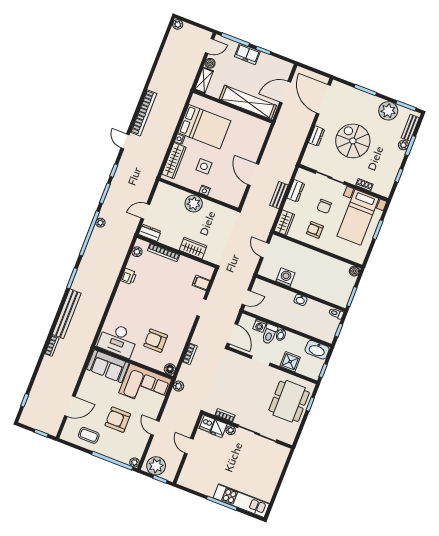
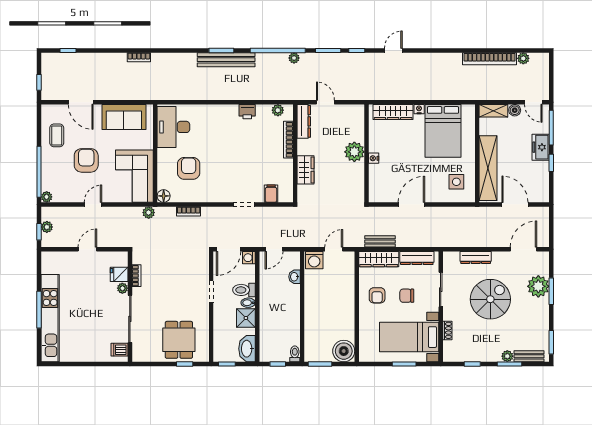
plant: (178, 24) -> (523, 58), moved
door: (323, 99) -> (523, 249), width x0.73
plant: (388, 111) -> (538, 286), moved
bookcase: (144, 113) -> (490, 59), moved
dresser: (317, 136) -> (476, 257), width x1.44
side table: (204, 166) -> (456, 182), moved
dresser: (296, 191) -> (417, 258), width x1.44
bench: (279, 195) -> (380, 241), moved
wardrobe: (284, 223) -> (379, 259), width x1.50
armchair: (315, 230) -> (377, 295), turned 180
dresser: (150, 233) -> (304, 121), width x1.44
boiler: (354, 271) -> (344, 351), width x1.86, depth x1.86
washing machine: (285, 277) -> (314, 260), moved, turned 90
door: (246, 298) -> (274, 249), hinge flipped
washbasin: (300, 300) -> (294, 277), moved
bench: (67, 314) -> (226, 60), moved
washing machine: (260, 326) -> (249, 258), moved
shower: (290, 362) -> (246, 318), moved
sofa: (108, 366) -> (124, 117), moved, turned -90
dining table: (289, 401) -> (179, 340), width x0.73
dishwasher: (207, 424) -> (120, 350), moved
plant: (156, 466) -> (47, 227), width x0.53, depth x0.53
kitchen unit: (241, 501) -> (50, 318), width x1.36

